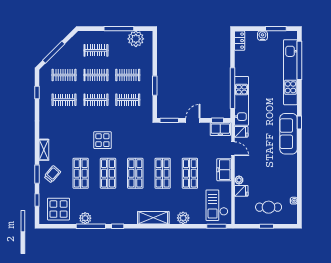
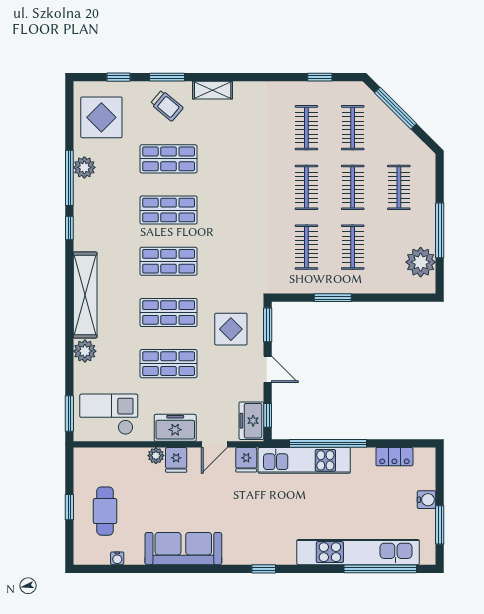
locker: (240, 41) -> (394, 457), moved
sofa: (289, 134) -> (183, 549), moved
display table: (102, 140) -> (231, 329), moved
fridge: (241, 191) -> (176, 460), moved
shelving: (153, 218) -> (85, 295), width x1.47

